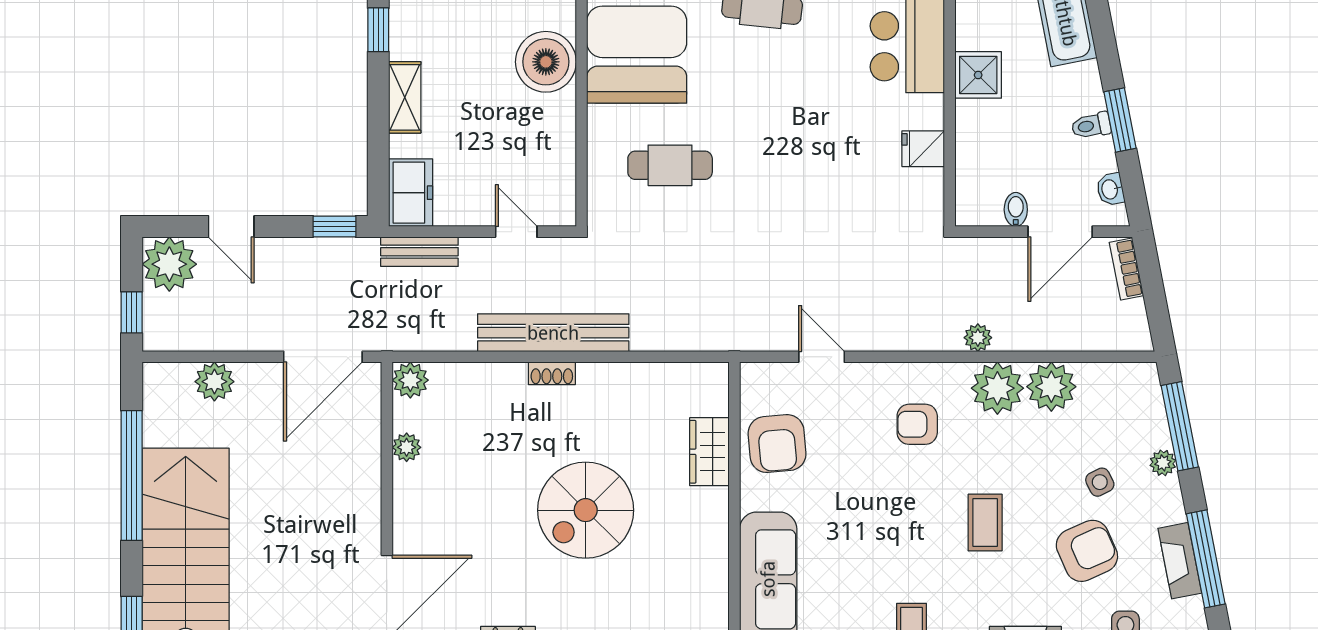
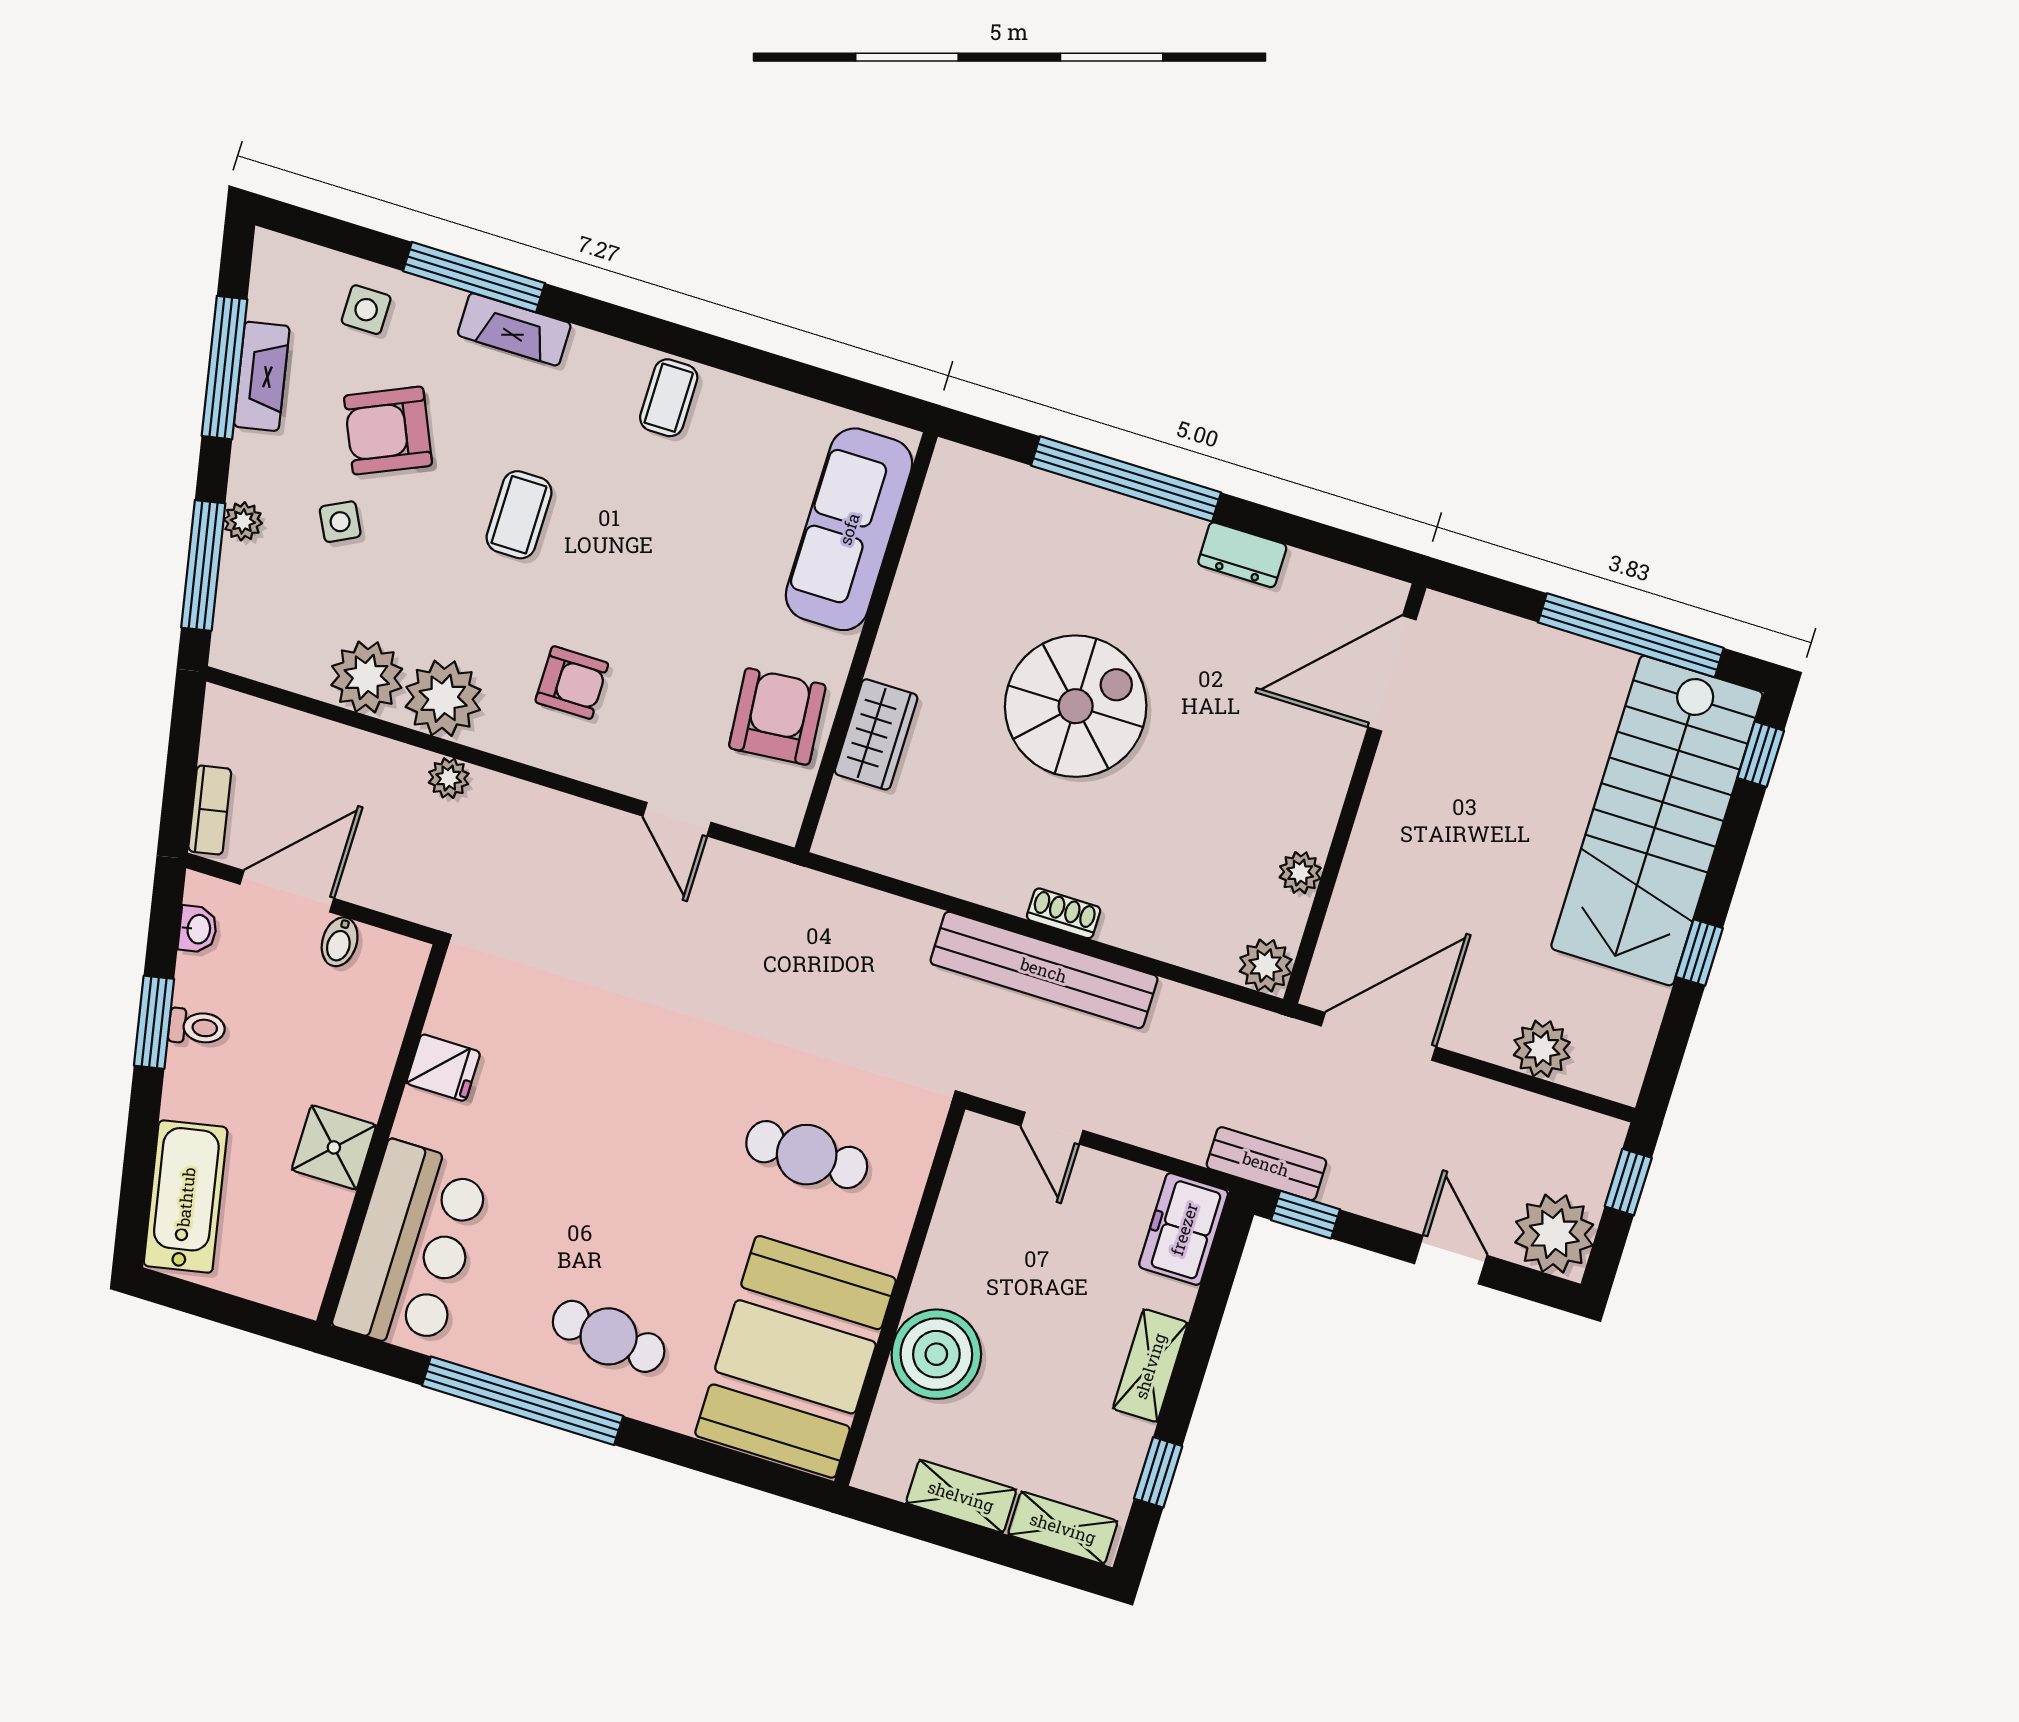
bench: (419, 252) -> (1266, 1164), moved
window: (132, 476) -> (1699, 953), width x0.32

